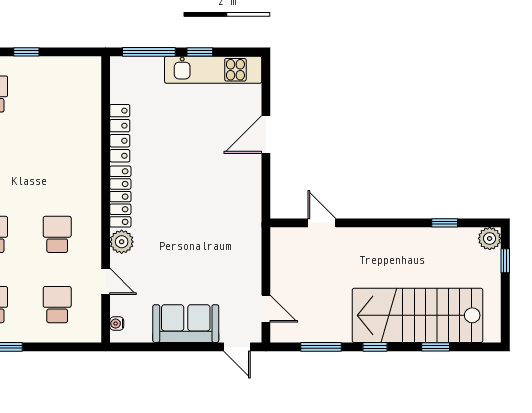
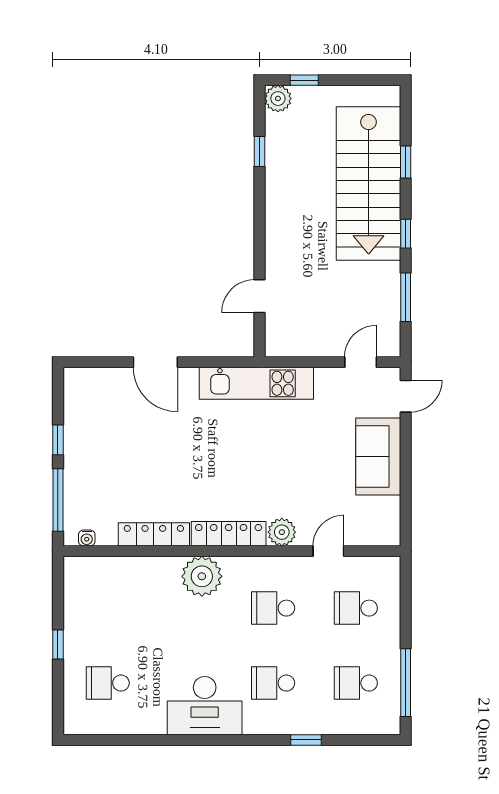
kitchen unit: (213, 70) -> (256, 383), moved, turned 90
plant: (84, 174) -> (202, 576), added
water cooler: (117, 324) -> (87, 538), moved

